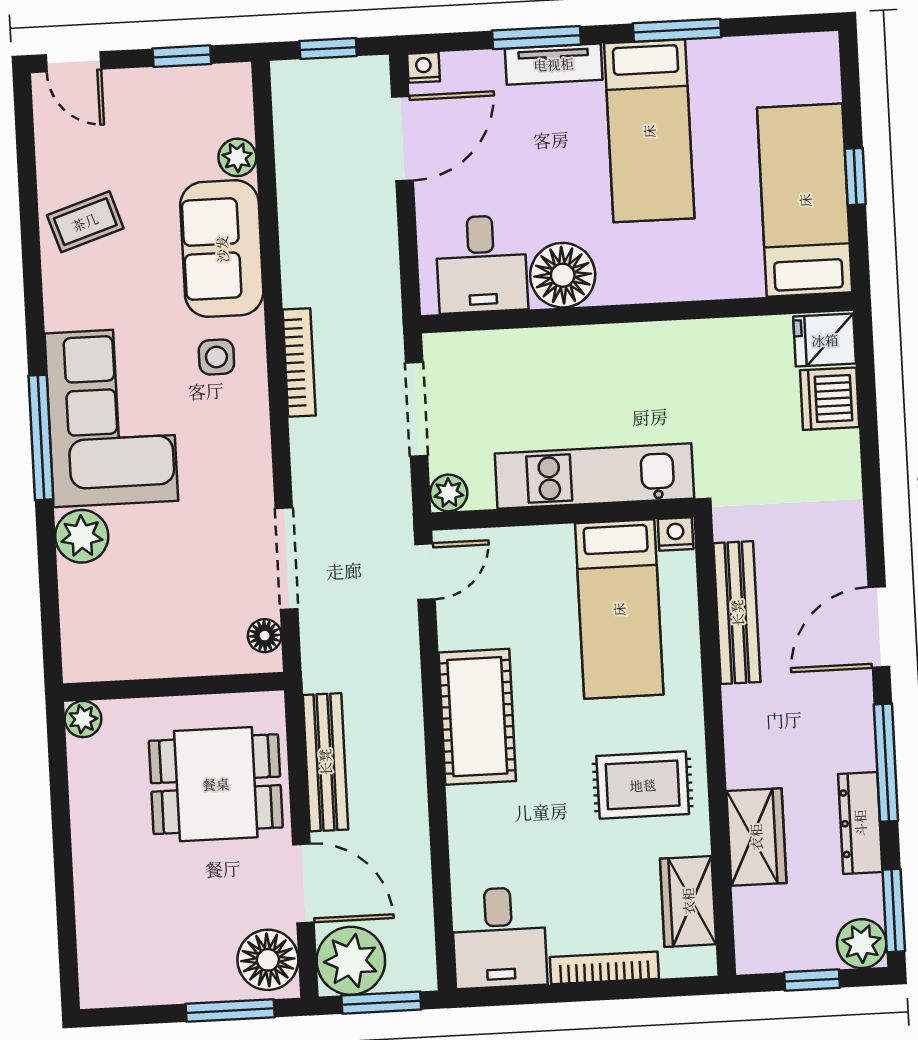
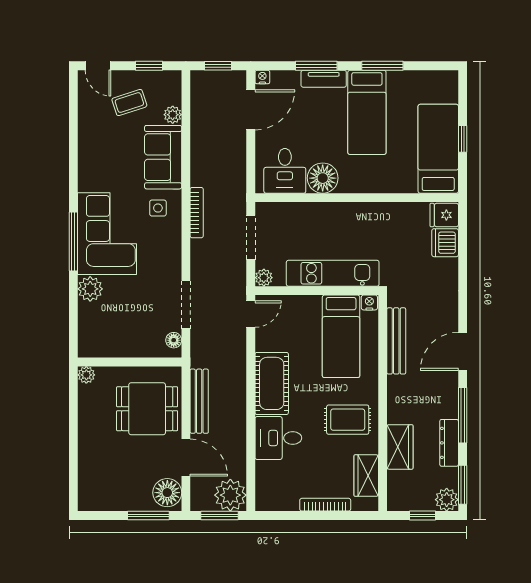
coffee table: (85, 222) -> (129, 103), moved
desk: (499, 938) -> (278, 438), moved, turned 90
plant: (351, 961) -> (230, 495), moved

